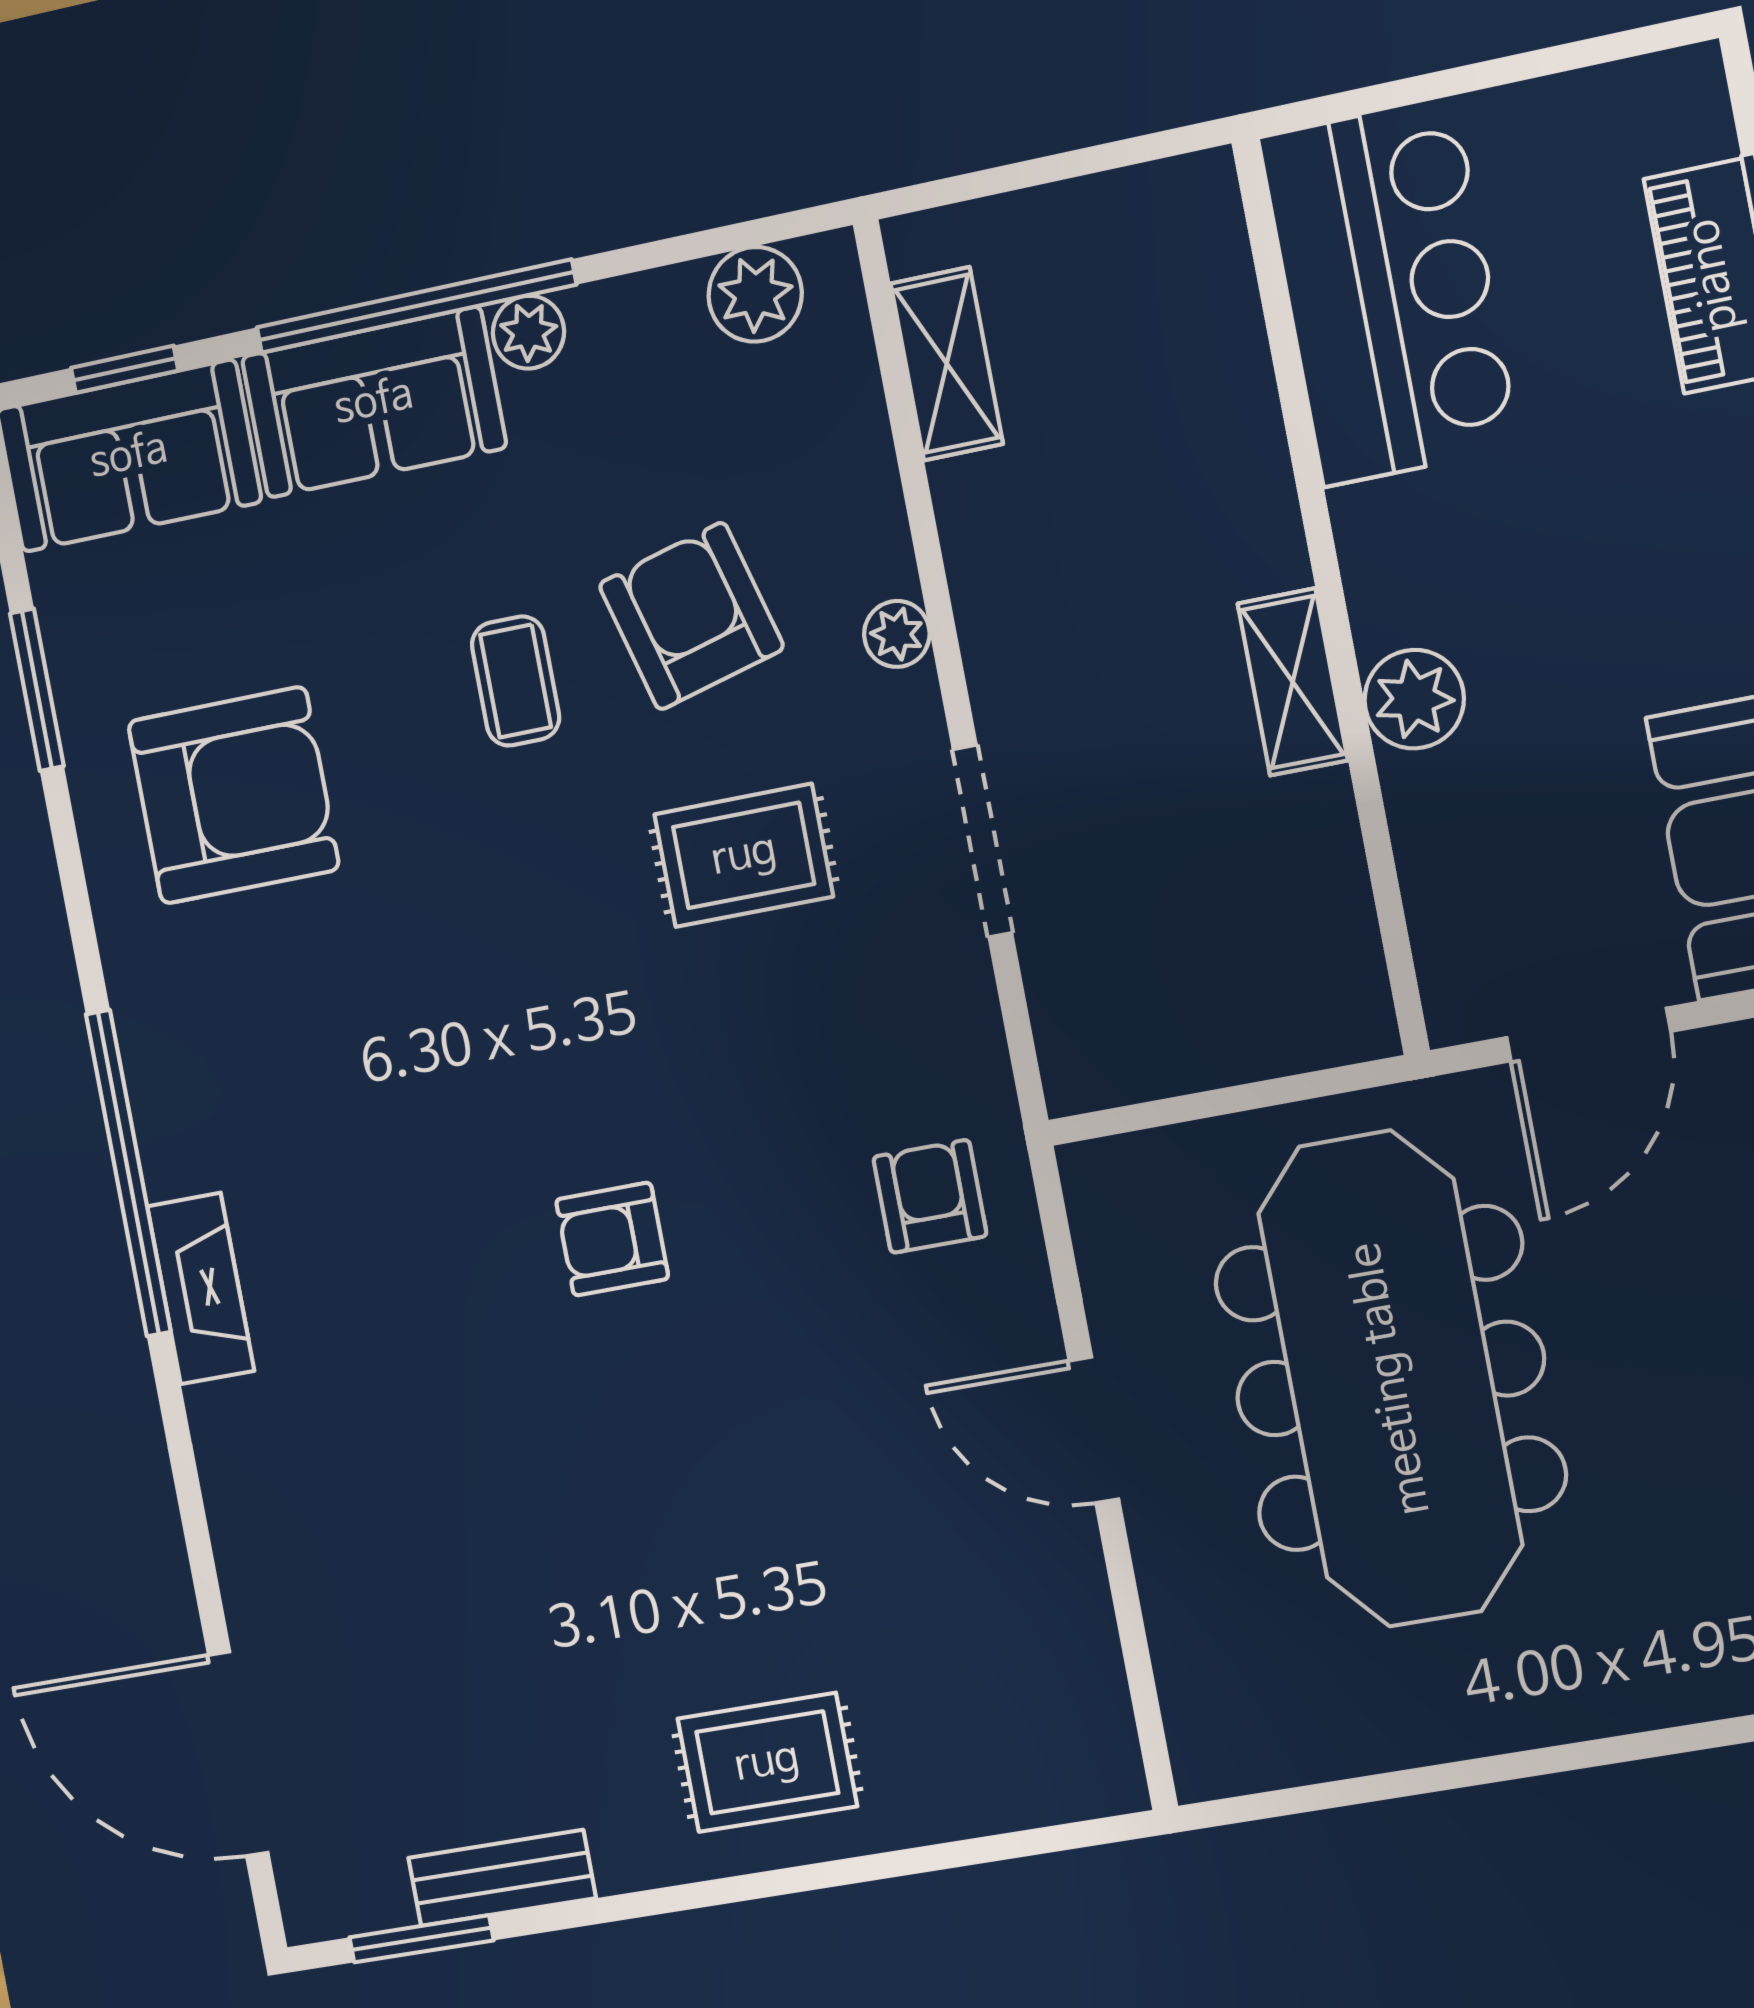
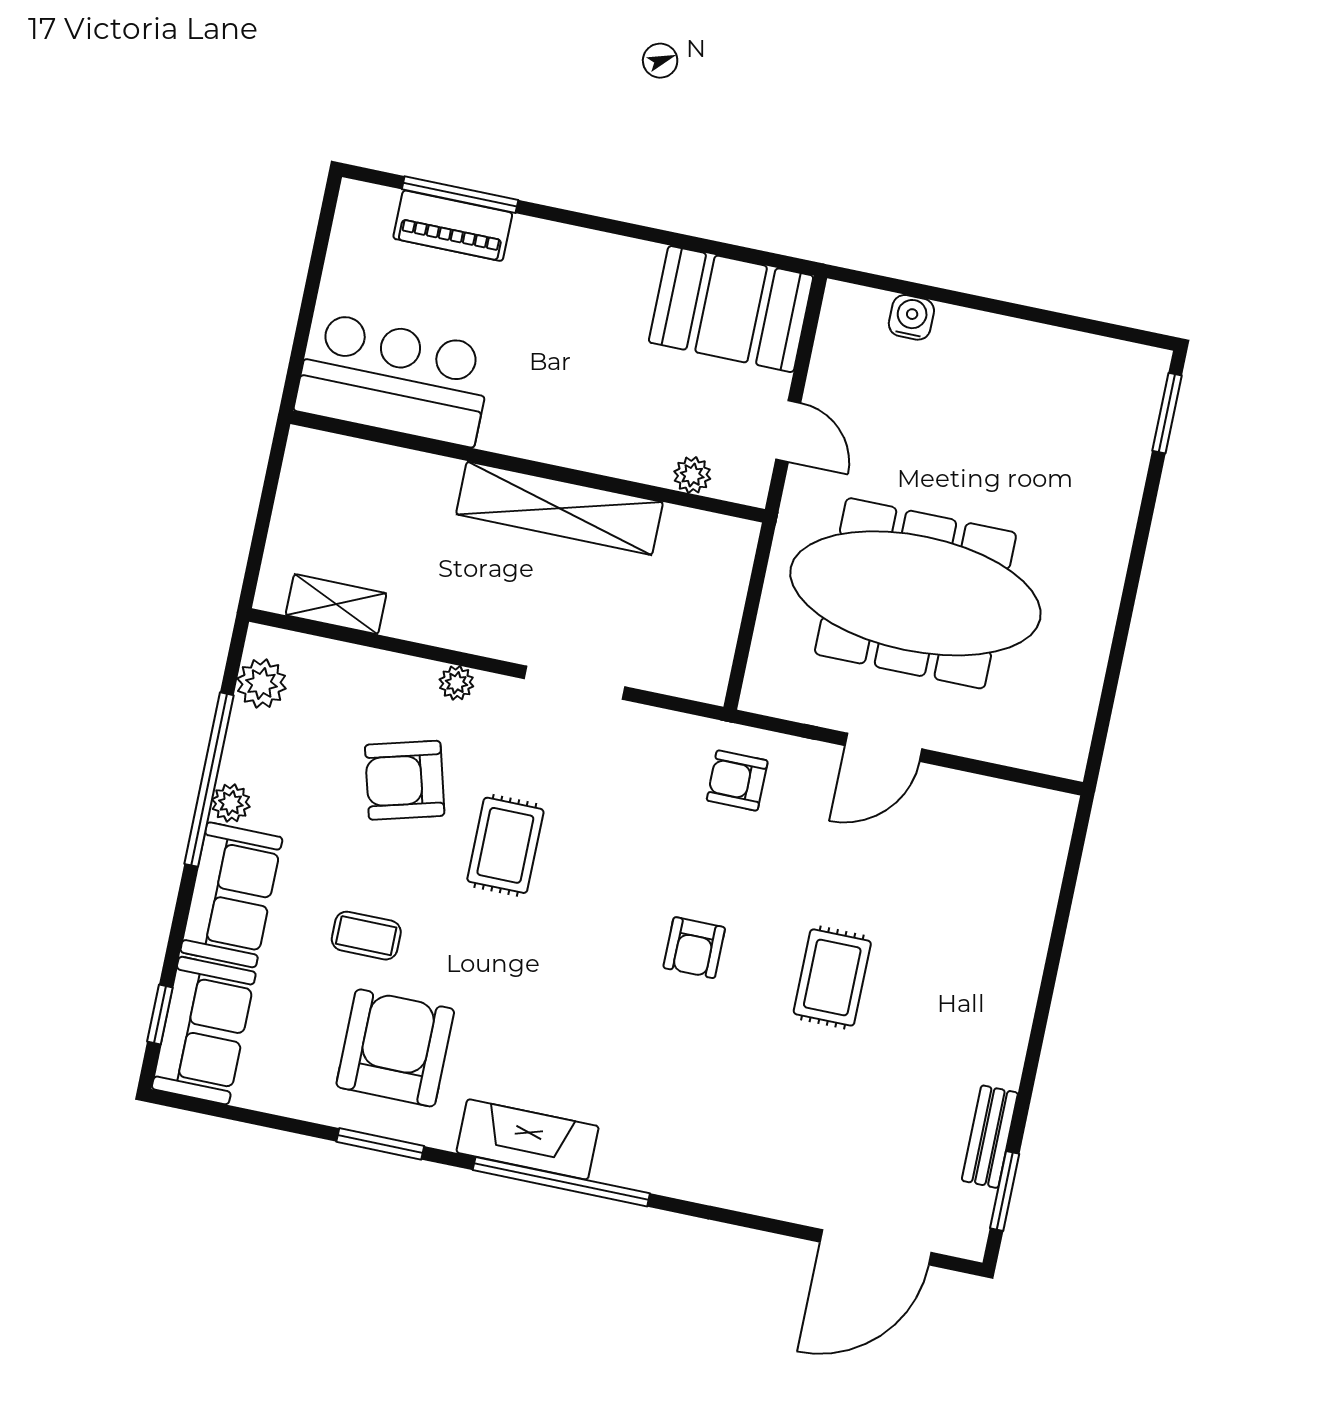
window: (416, 306) -> (209, 780), moved
coffee table: (516, 681) -> (366, 936), moved
shelving: (1293, 682) -> (559, 508), width x2.20, depth x1.33
window: (37, 690) -> (380, 1144), moved
plant: (1414, 699) -> (692, 475), moved, width x0.73, depth x0.73
rug: (744, 855) -> (505, 845), moved
door: (1589, 1035) -> (788, 431), width x0.73
fireplace: (201, 1288) -> (528, 1139), moved, width x1.37, depth x1.32
rug: (767, 1762) -> (832, 977), moved

